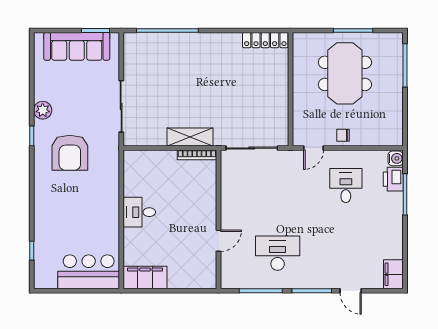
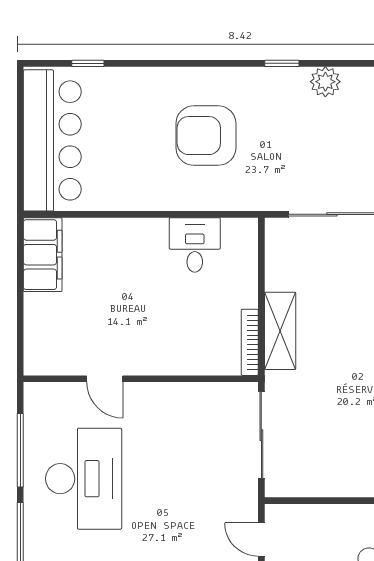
armchair: (70, 153) -> (206, 136), moved
desk: (139, 212) -> (195, 245), moved
desk: (278, 253) -> (84, 479), width x1.36, depth x1.30
bar counter: (89, 272) -> (52, 140), width x1.36

